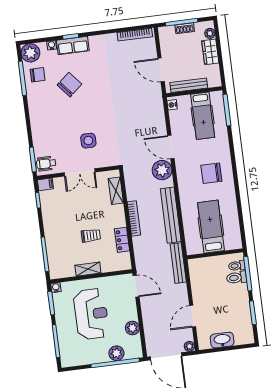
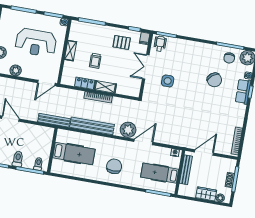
shelving: (116, 191) -> (105, 87), moved
pallet: (59, 210) -> (122, 42), added
toilet: (237, 278) -> (18, 159), moved

